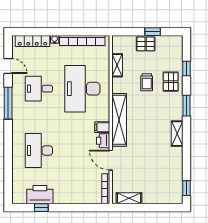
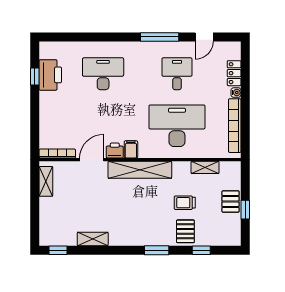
locker: (33, 41) -> (234, 73), width x0.66
pallet: (171, 82) -> (185, 231), turned 90
shelving: (177, 134) -> (93, 239), moved

